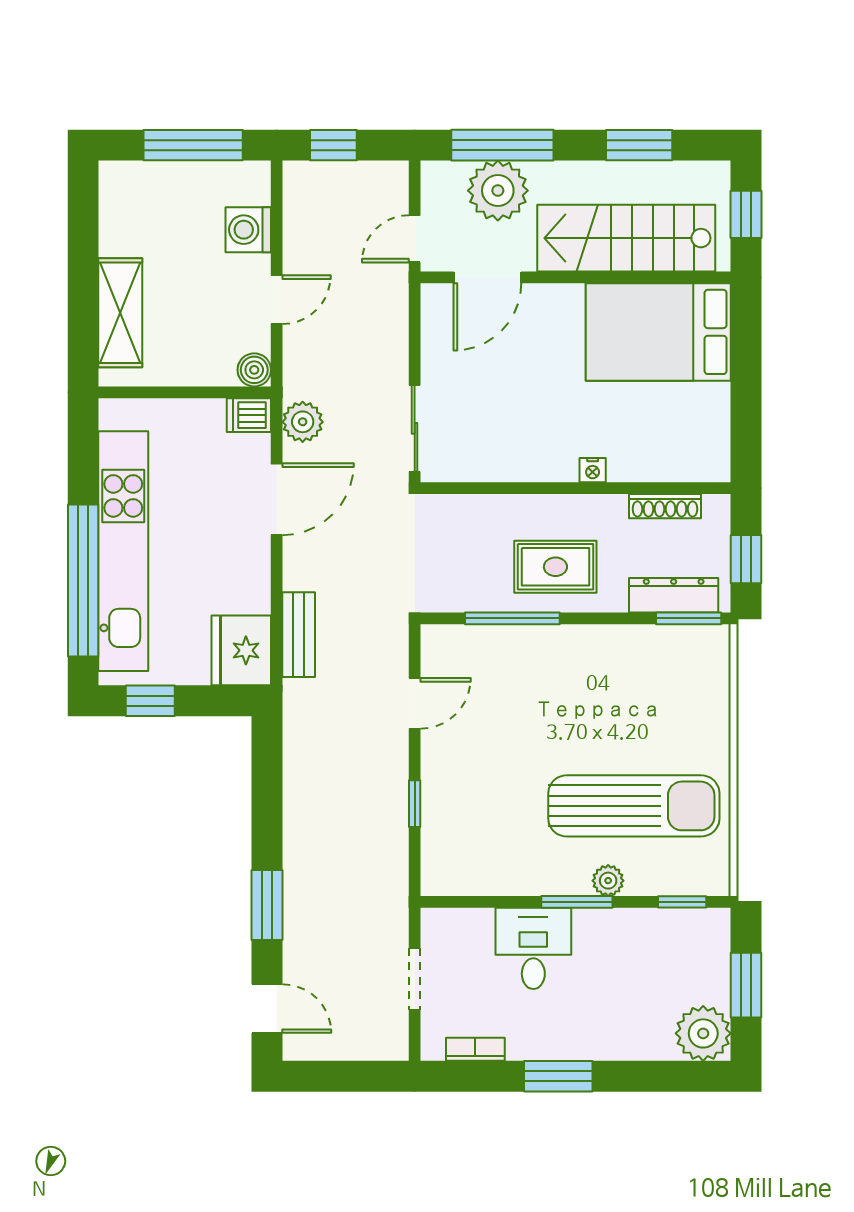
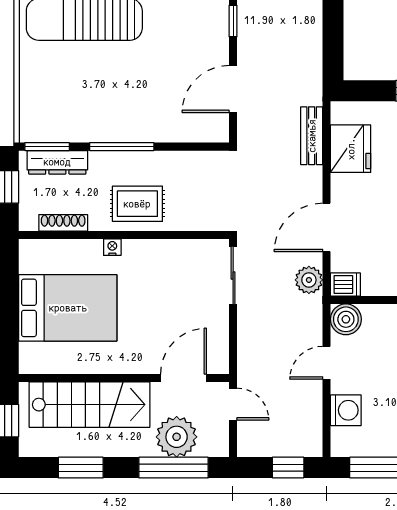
door: (415, 239) -> (233, 404), hinge flipped
bed: (658, 332) -> (68, 308), moved
boiler: (254, 370) -> (346, 319), width x1.36, depth x1.36
rug: (555, 567) -> (137, 204), moved
window: (512, 618) -> (122, 147), moved
fridge: (241, 650) -> (351, 149), moved
door: (415, 703) -> (233, 89), width x1.38

